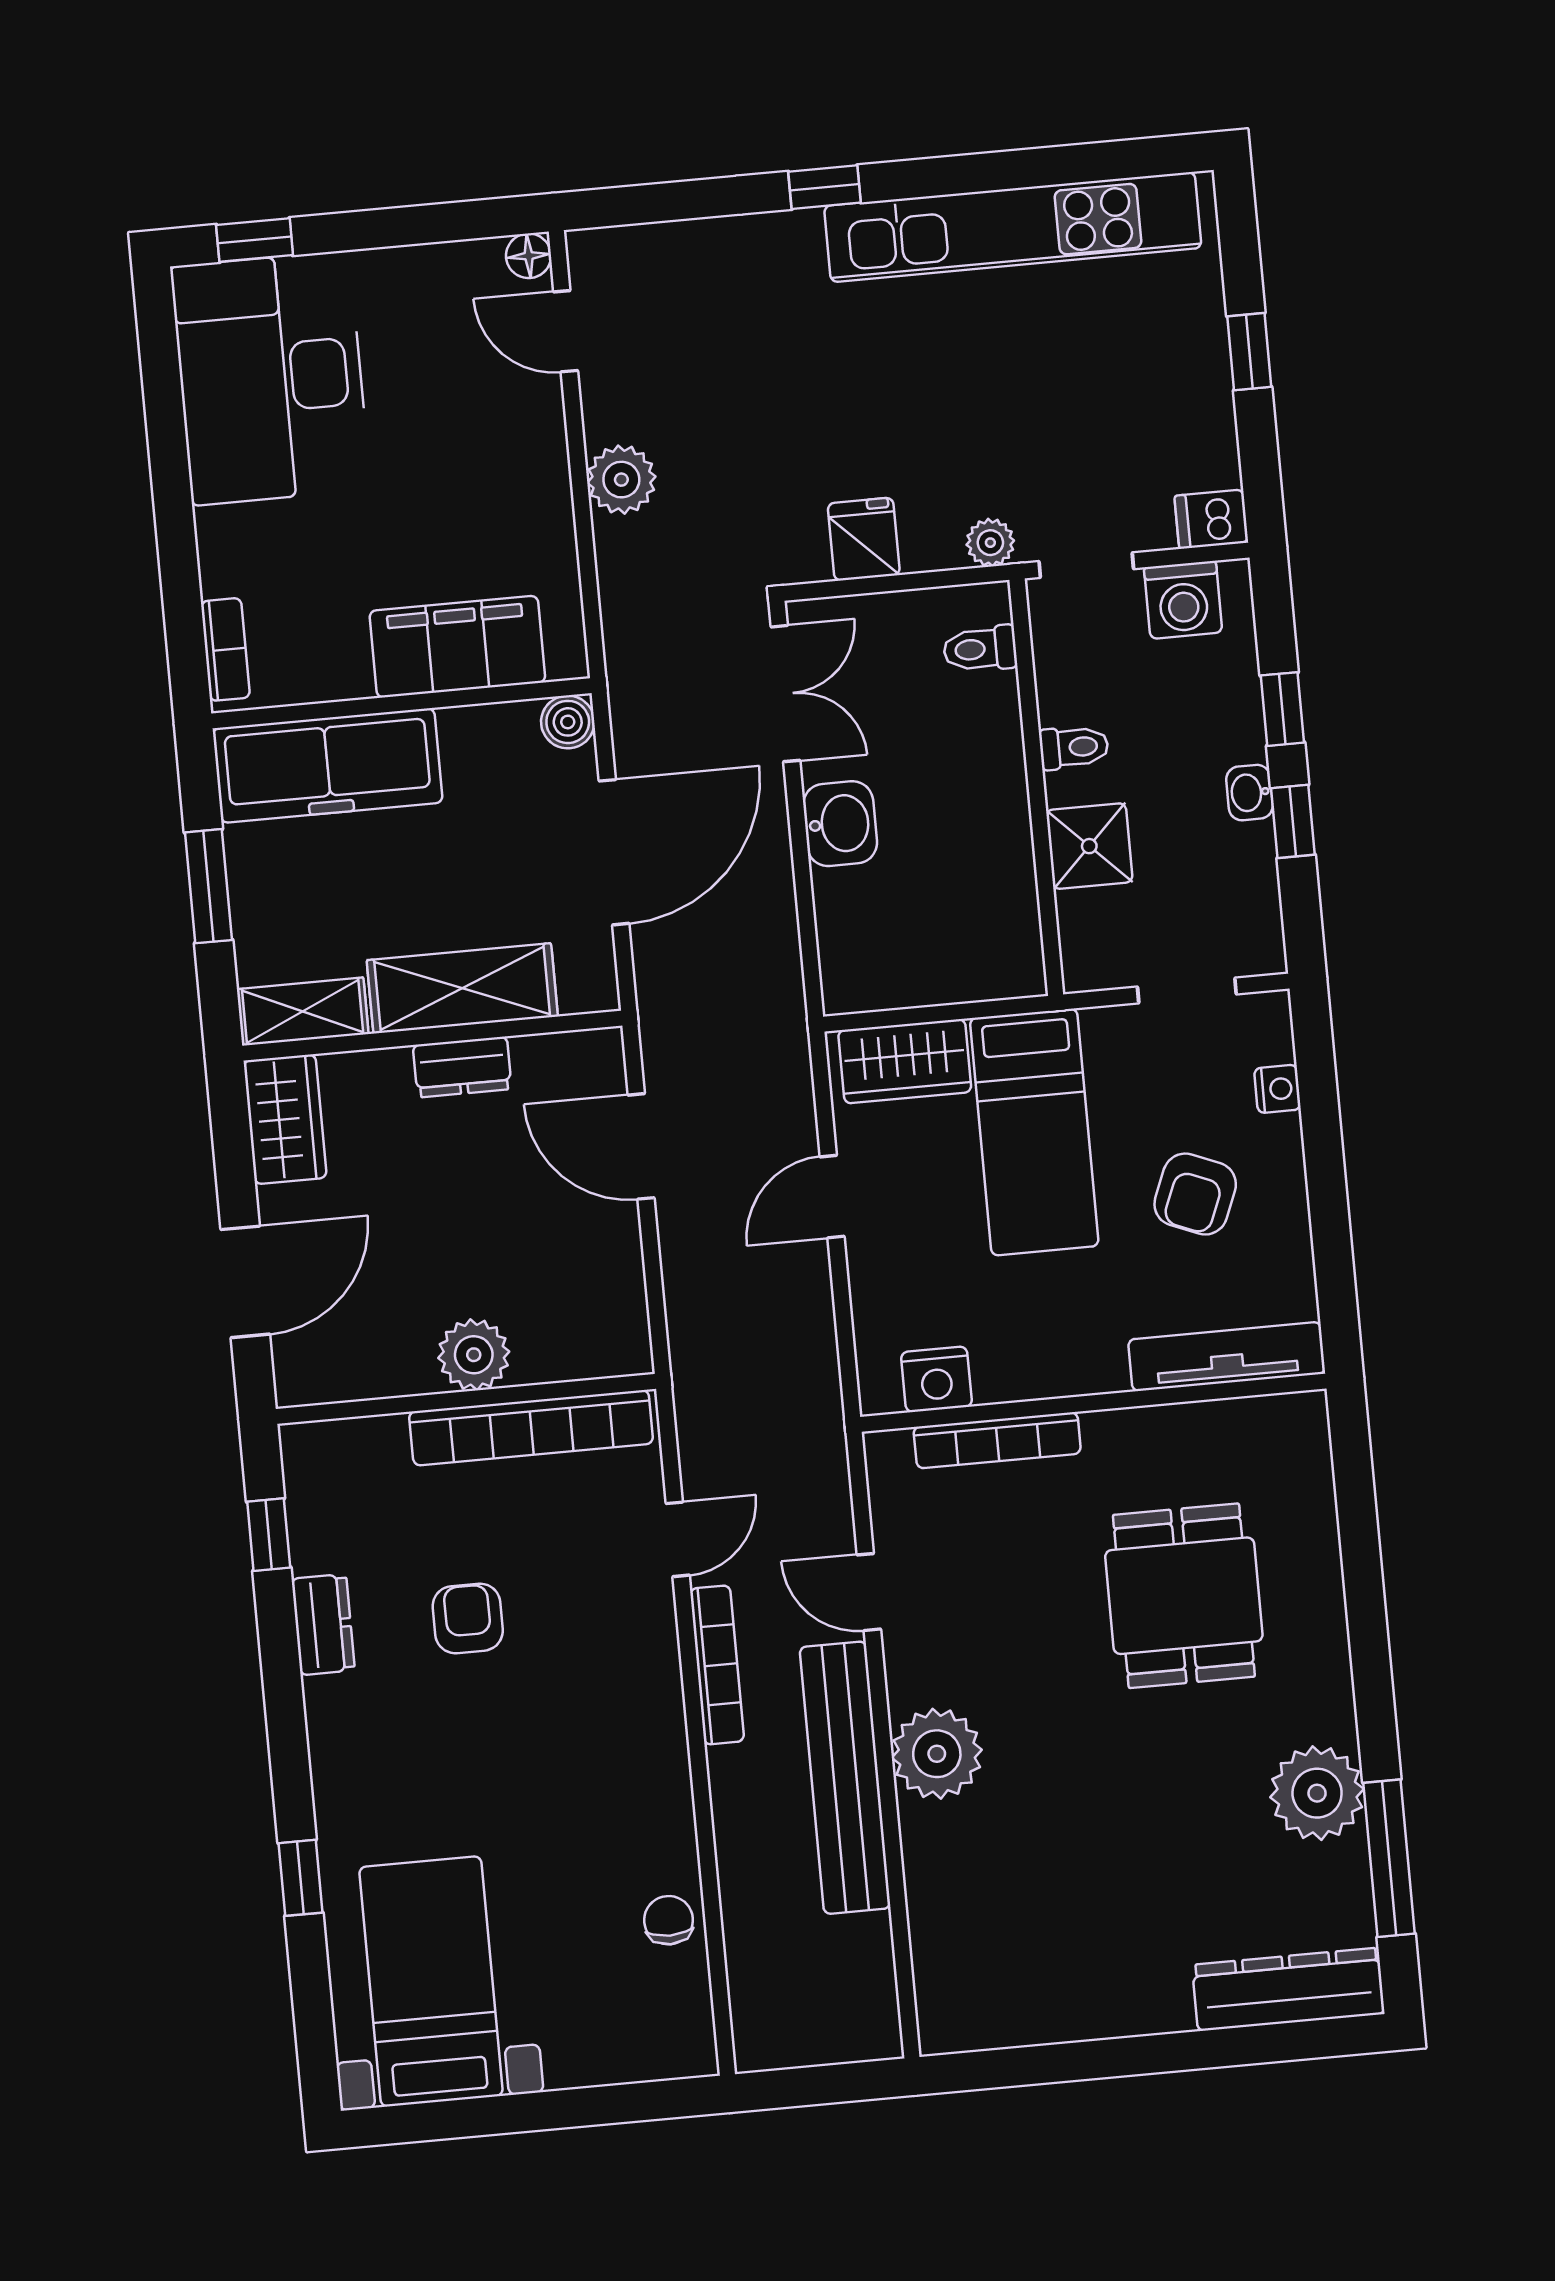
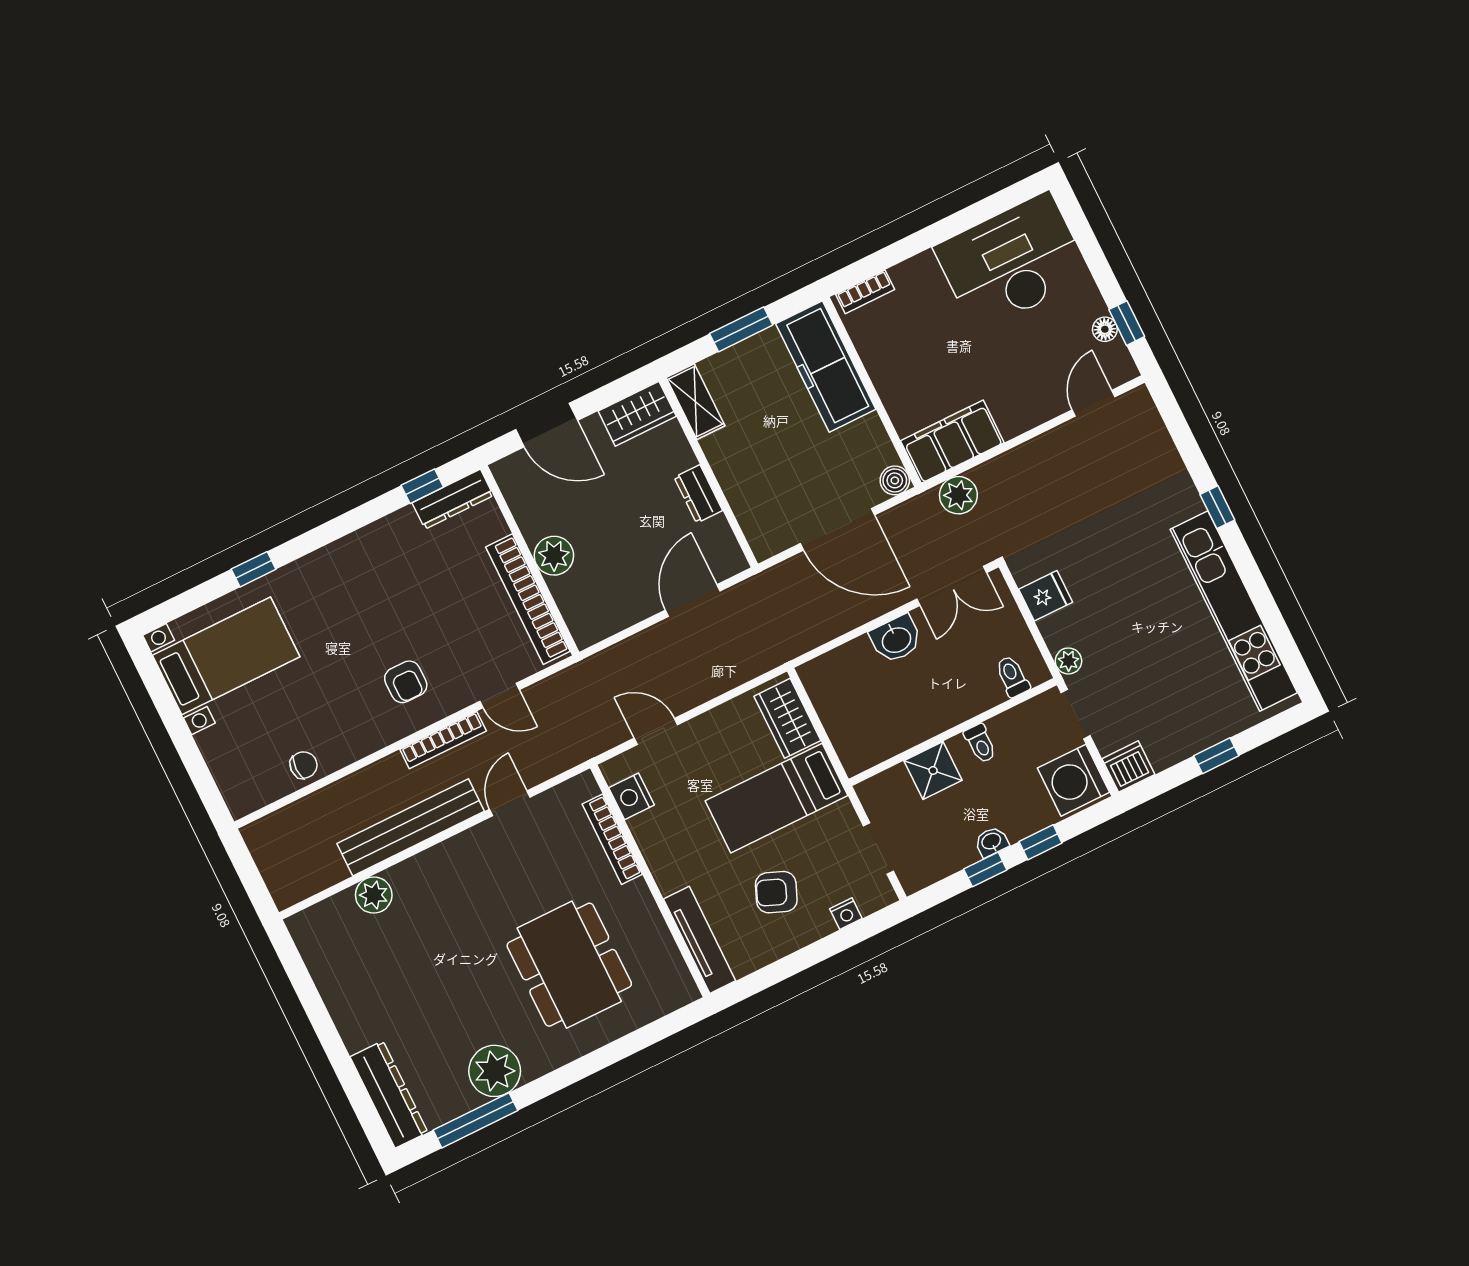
window: (255, 240) -> (1127, 323), moved
floor lamp: (529, 256) -> (1105, 329), moved
plant: (621, 480) -> (958, 495), moved
dishwasher: (1211, 519) -> (1128, 767), width x1.38
washing machine: (1183, 600) -> (1073, 780), width x1.37, depth x1.37
filing cabinet: (457, 647) -> (952, 442), moved, turned -90
shelving: (462, 988) -> (738, 478), removed
door: (832, 1197) -> (656, 731), moved
dining table: (1184, 1596) -> (569, 965), width x1.38
armchair: (468, 1618) -> (406, 682), moved, turned 90
dresser: (323, 1625) -> (453, 499), moved, width x1.44
plant: (937, 1754) -> (374, 895), moved, width x0.73, depth x0.73

